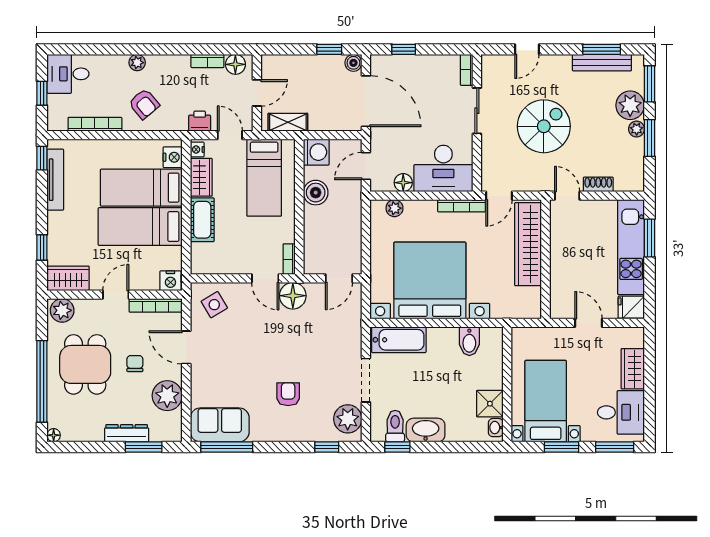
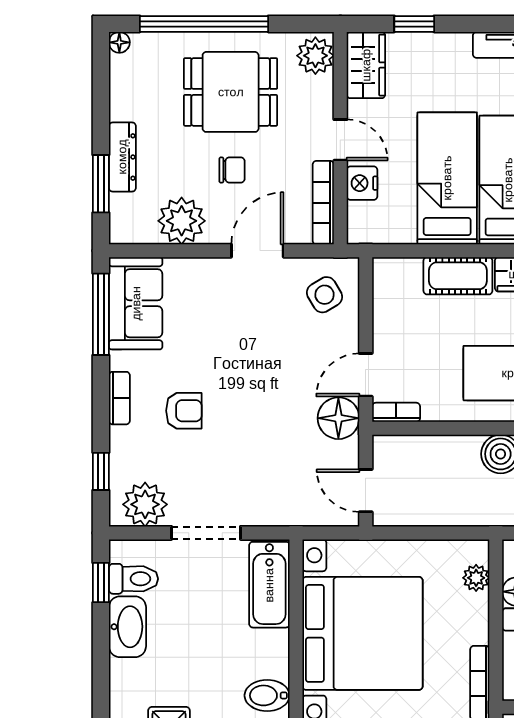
nightstand: (170, 281) -> (362, 183), moved
bookcase: (280, 435) -> (119, 398), added

